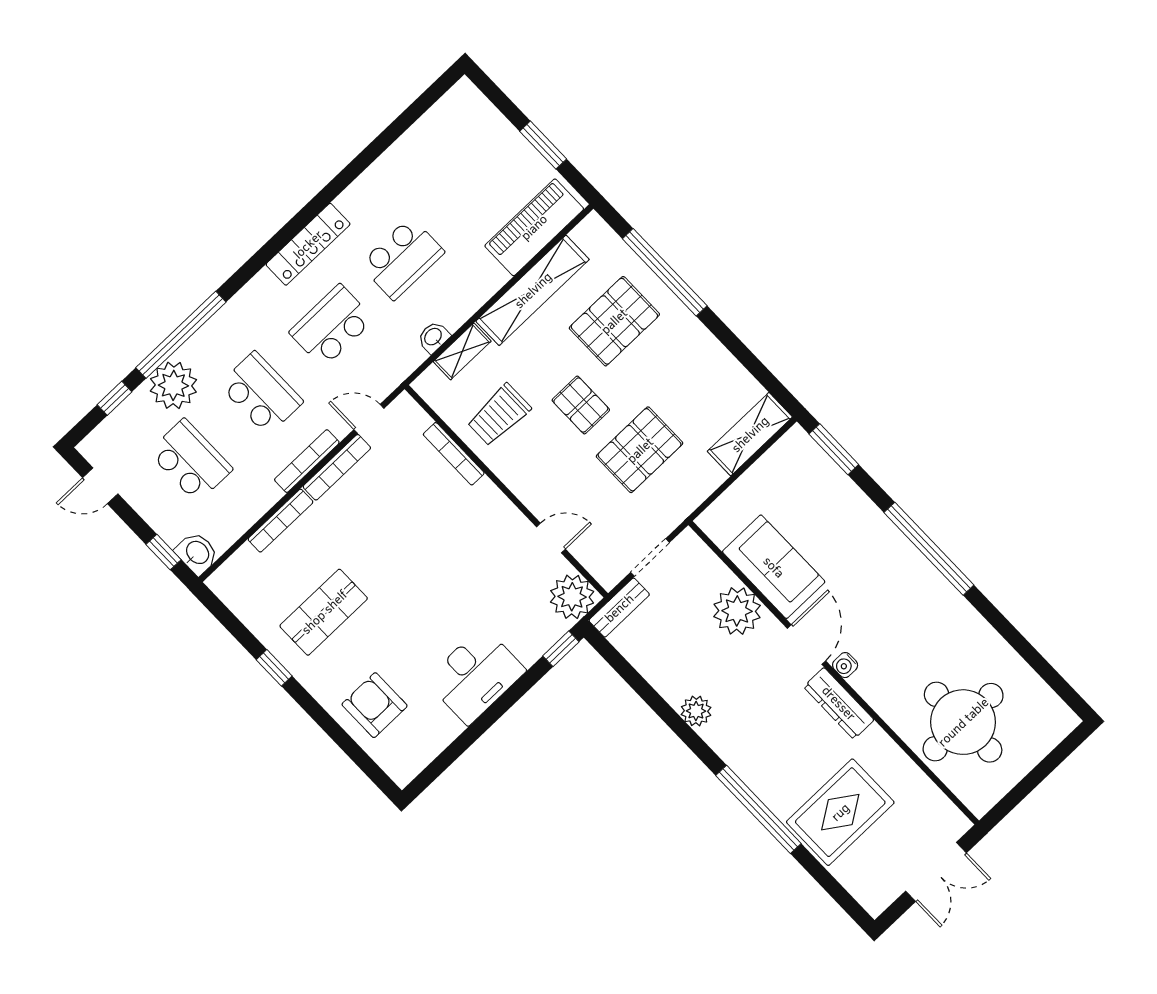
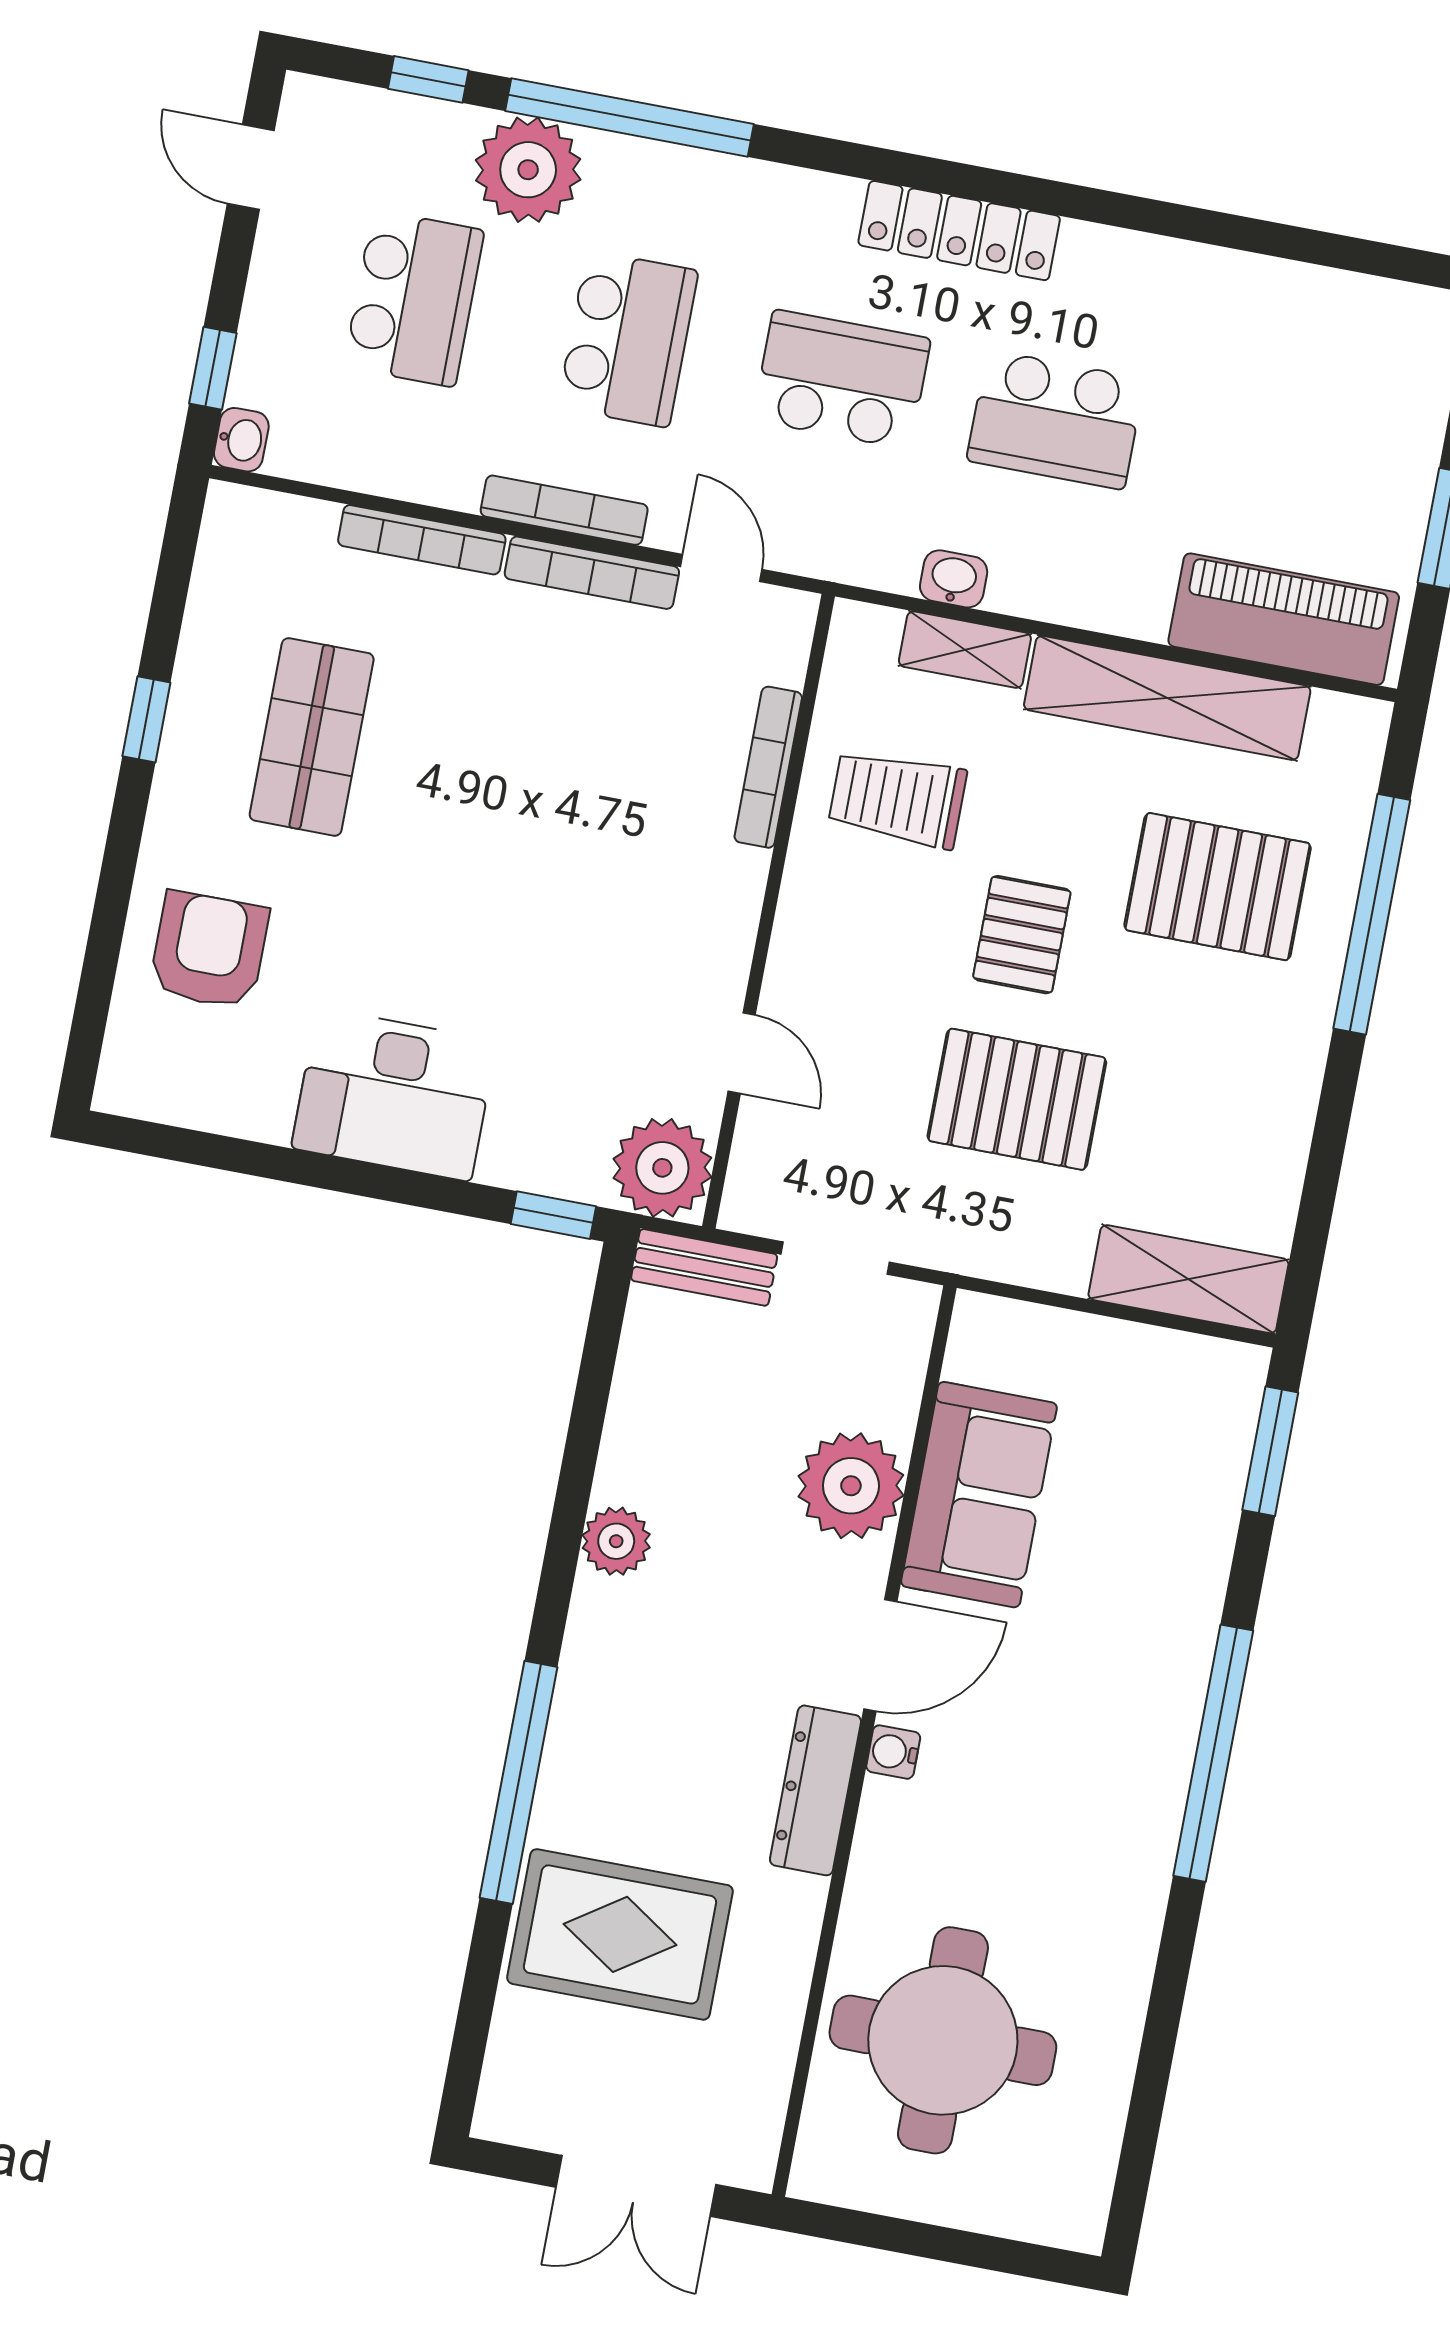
washbasin: (197, 553) -> (241, 440), width x0.72, depth x0.69
shop shelf: (324, 612) -> (312, 737), turned 90

